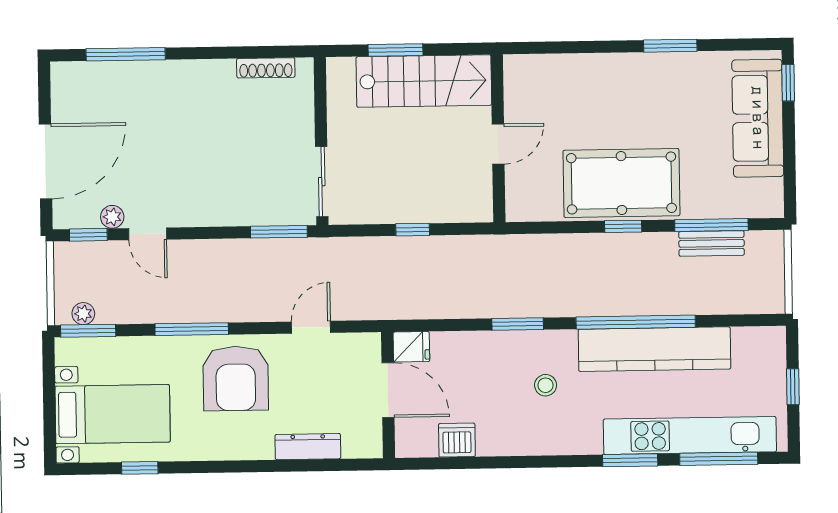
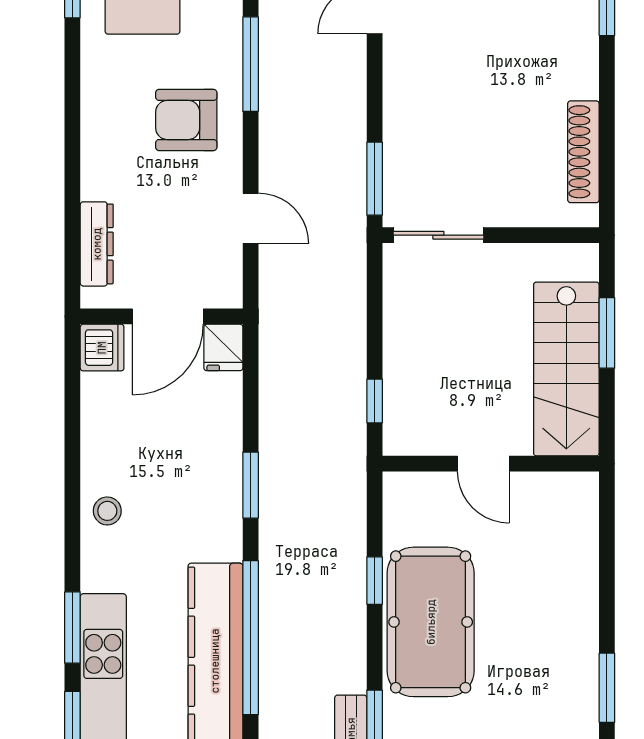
shoe rack: (266, 68) -> (583, 152), width x1.36, depth x1.24
window: (623, 226) -> (375, 581), moved
window: (413, 230) -> (375, 401), moved
armchair: (236, 378) -> (186, 120), width x0.73, depth x0.73
stool: (546, 385) -> (107, 511), moved
dishwasher: (457, 440) -> (102, 348), moved
dresser: (308, 447) -> (97, 244), moved

